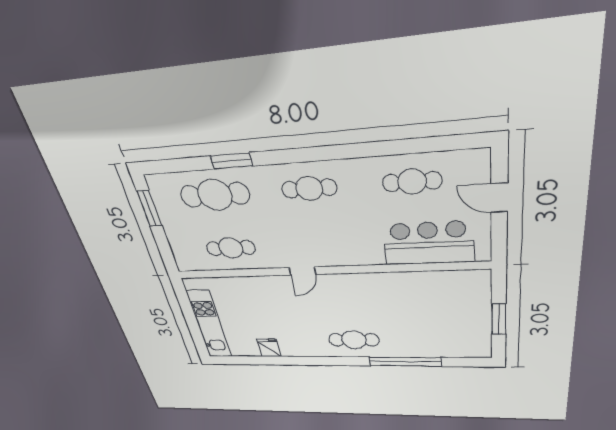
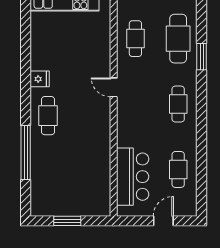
fridge: (269, 348) -> (40, 79), moved

